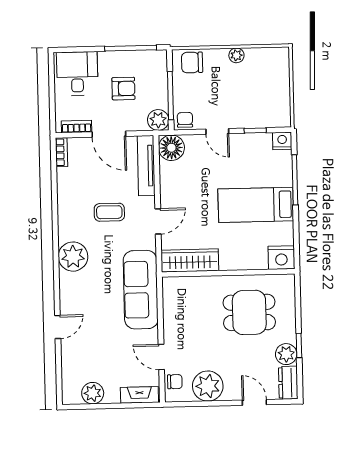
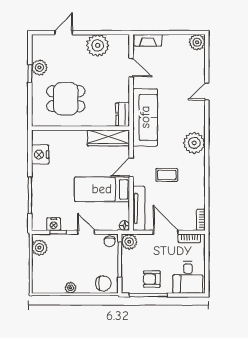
armchair: (123, 89) -> (152, 279), moved
plant: (280, 109) -> (39, 248), added
nightstand: (282, 141) -> (54, 224), moved
floor lamp: (171, 148) -> (124, 226), width x0.53, depth x0.53
bed: (256, 205) -> (102, 189), moved, turned 180
nightstand: (281, 258) -> (40, 155), moved, turned -90
chair: (175, 382) -> (122, 49), removed
dresser: (288, 383) -> (123, 114), moved, turned 180
plant: (93, 393) -> (197, 42), moved
door: (254, 402) -> (64, 33), swing flipped

